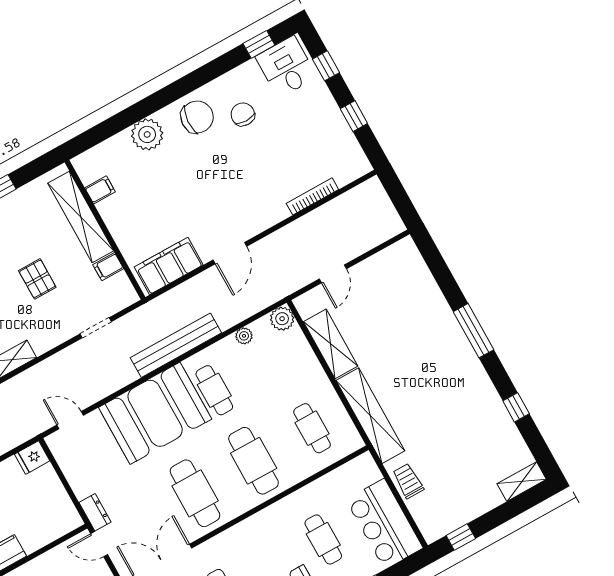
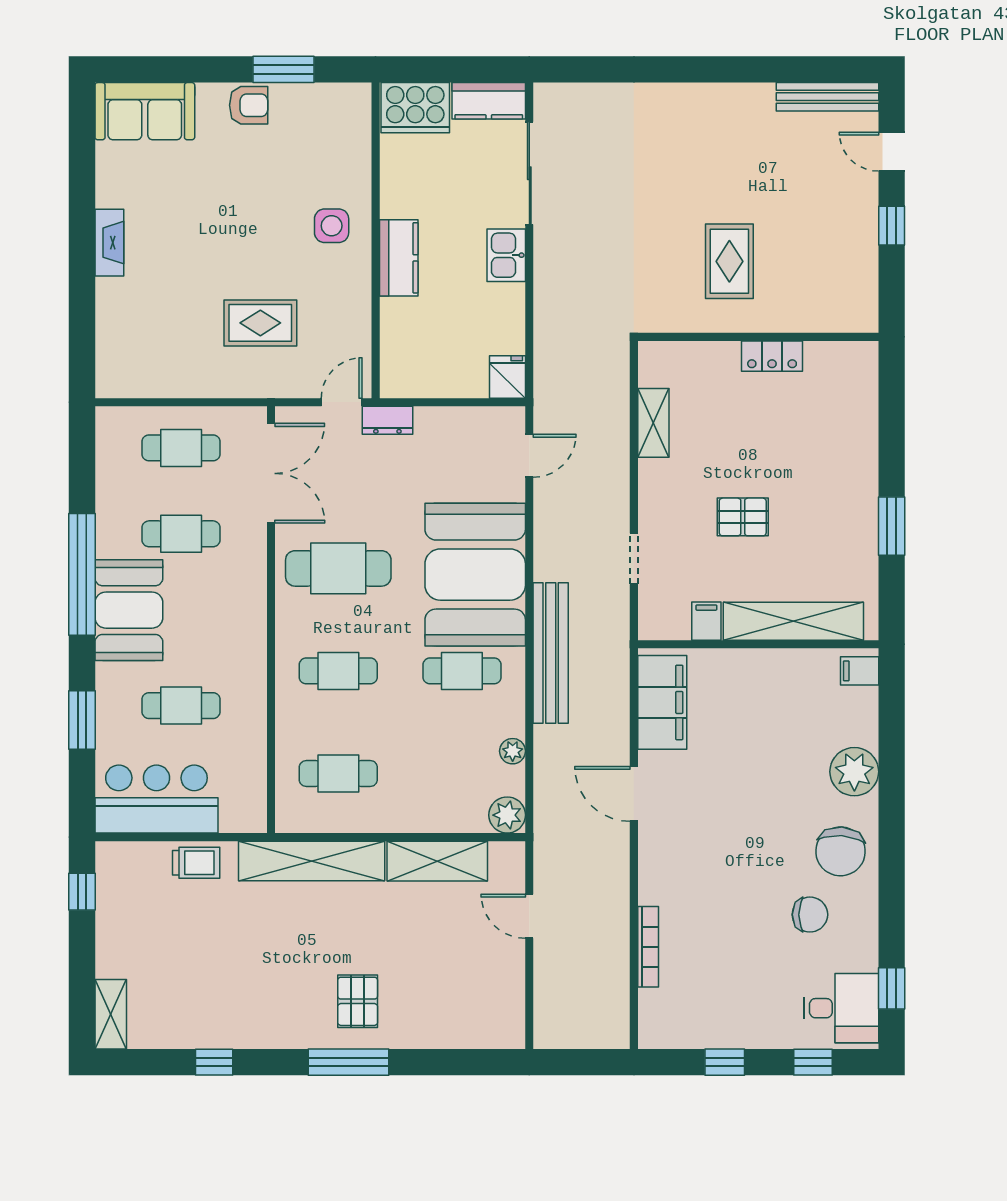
filing cabinet: (100, 190) -> (860, 671), moved, turned 90
pallet: (436, 345) -> (358, 1001), added
cafe table: (254, 461) -> (338, 671), width x0.73, depth x0.74

